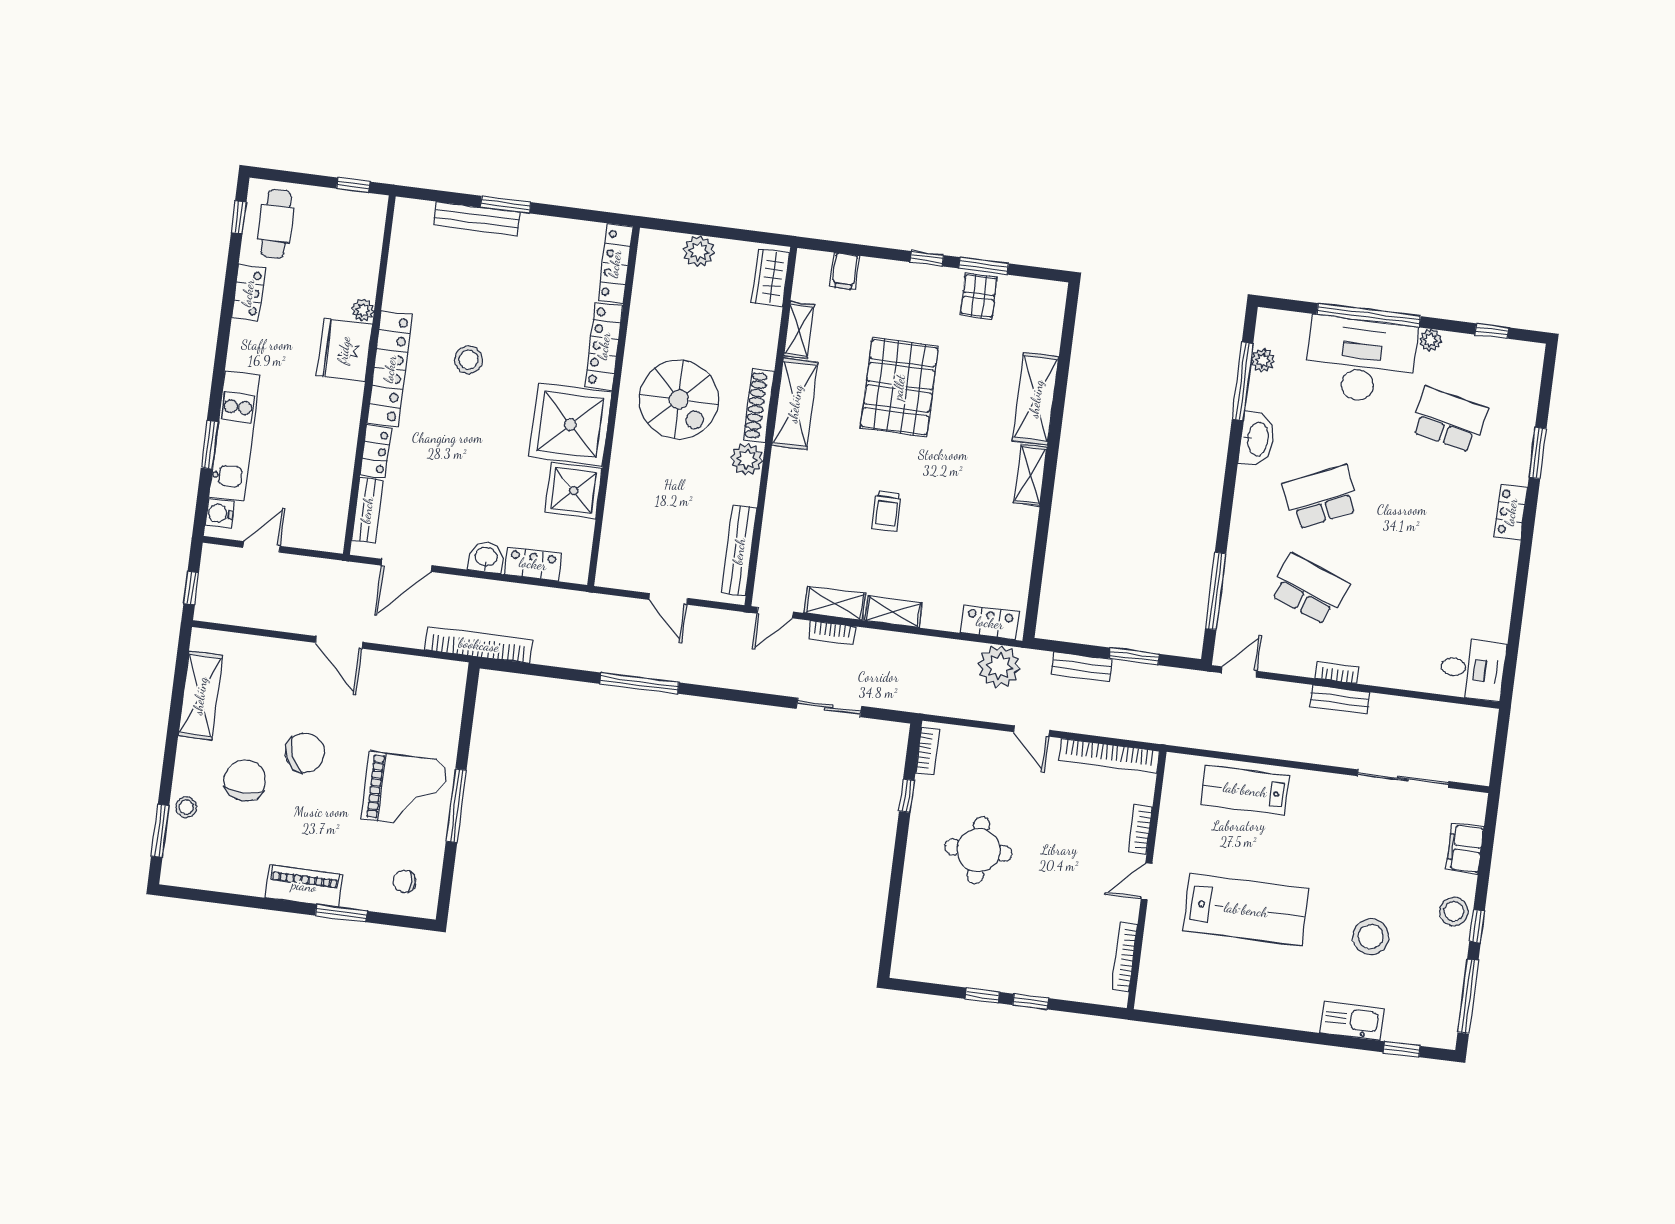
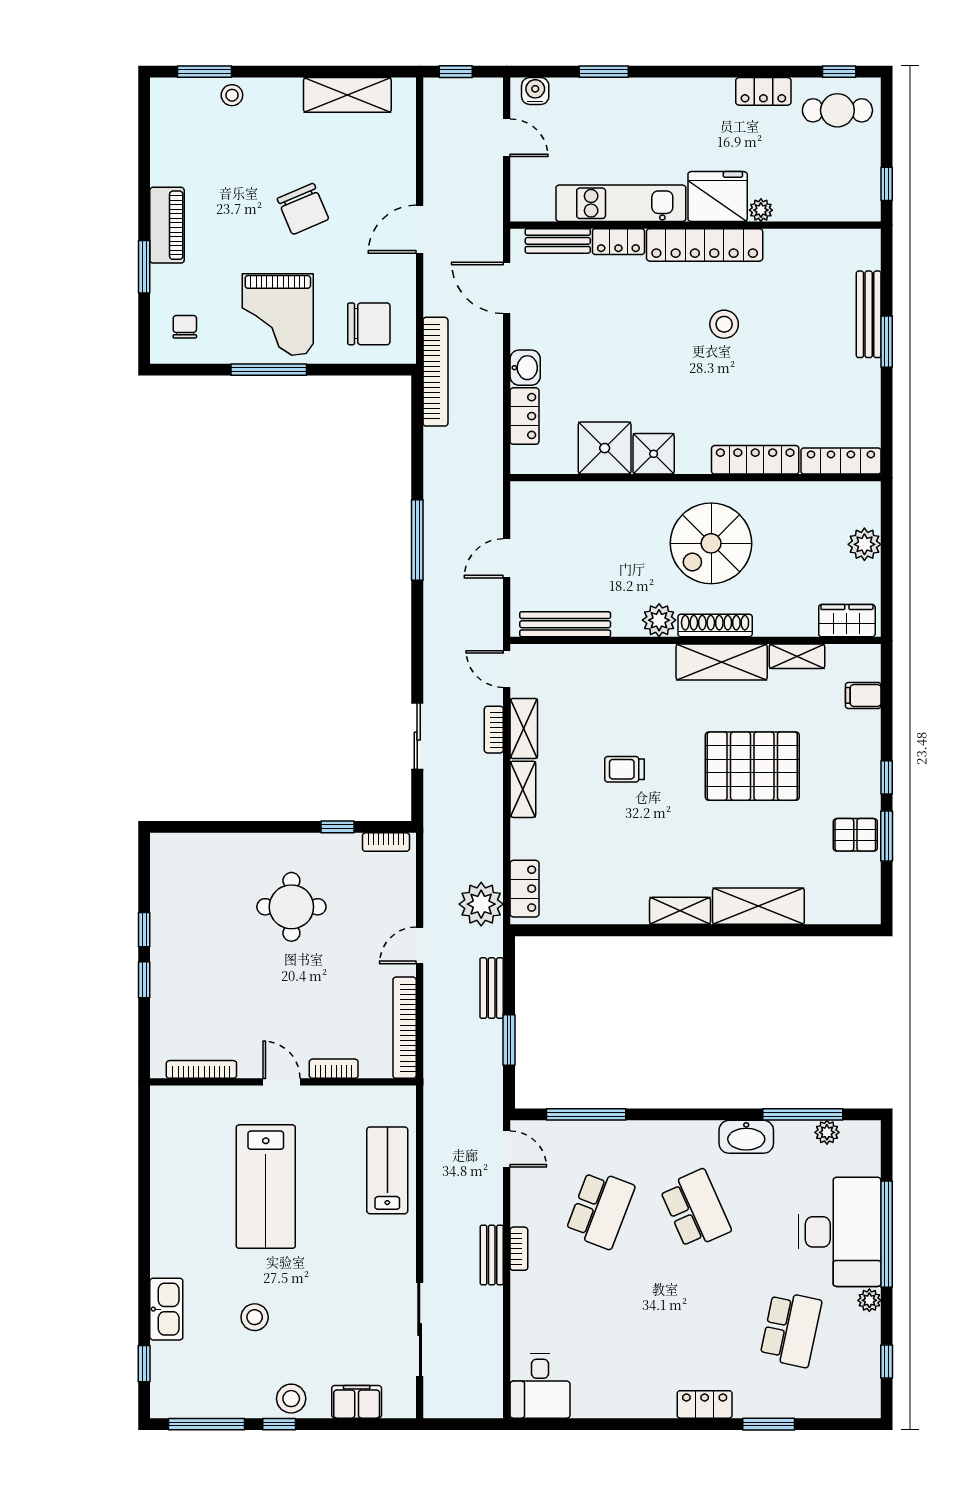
shower: (570, 425) -> (654, 454), width x0.54, depth x0.54
kitchen unit: (234, 436) -> (621, 203), moved, turned 180
chair: (245, 780) -> (369, 324), moved
stool: (1371, 937) -> (255, 1317), width x0.73, depth x0.73

